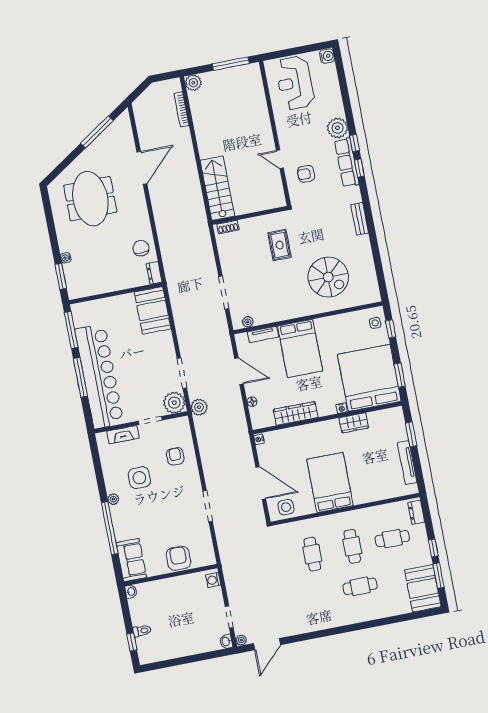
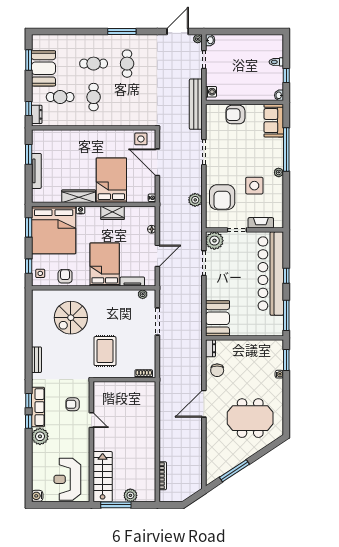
plant: (193, 83) -> (130, 495), moved
reception desk: (295, 83) -> (67, 479), turned 180
door: (142, 168) -> (204, 404), moved
armchair: (306, 174) -> (73, 404), turned 180
stairs: (217, 188) -> (103, 477), moved, turned 180
meeting table: (90, 199) -> (250, 418), turned 90
rug: (280, 245) -> (105, 351), width x1.36, depth x1.43
spiral stairs: (328, 277) -> (71, 318), turned -90
armchair: (345, 325) -> (65, 276), added
door: (239, 371) -> (157, 256), swing flipped
window: (80, 377) -> (286, 276), width x0.46
plant: (199, 407) -> (195, 200), moved
wardrobe: (296, 413) -> (113, 213), width x0.67
wardrobe: (354, 423) -> (79, 196), width x1.50
window: (411, 434) -> (29, 154), moved
armchair: (175, 456) -> (222, 197), width x1.88, depth x1.88
tv unit: (407, 463) -> (36, 171), moved
bed: (330, 482) -> (111, 180), moved, turned 180
window: (433, 548) -> (29, 108), moved
cafe table: (312, 554) -> (127, 64), moved
armchair: (179, 558) -> (235, 115), turned 90
bench: (228, 562) -> (196, 104), added
booth: (423, 588) -> (43, 68), moved
window: (334, 631) -> (122, 32), added
window: (132, 642) -> (286, 76), moved

